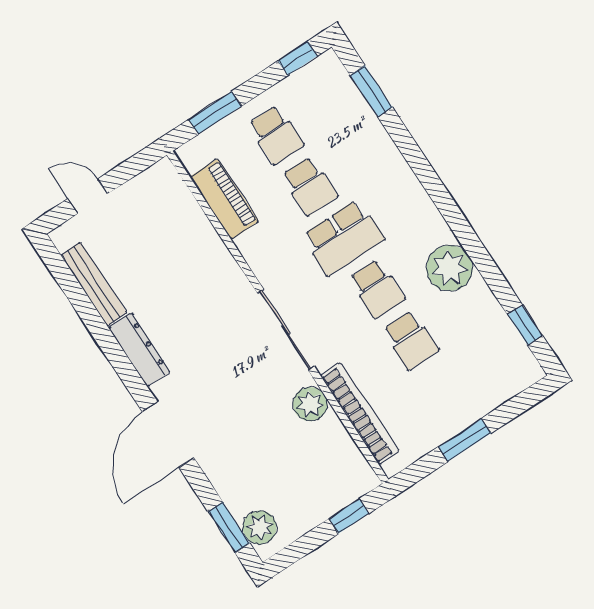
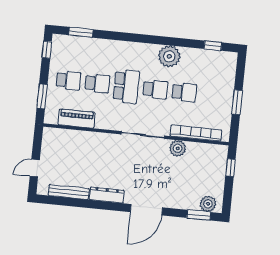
door: (168, 435) -> (146, 210), hinge flipped

